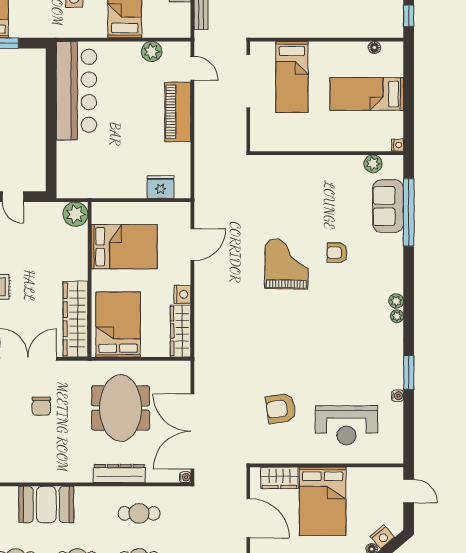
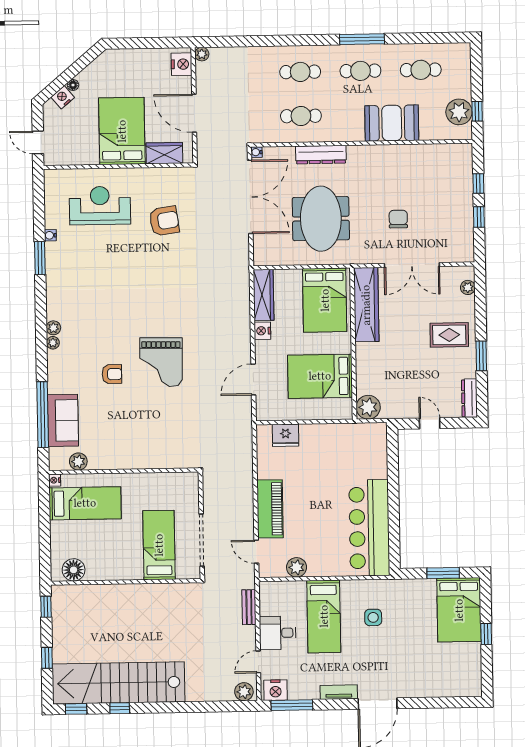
floor lamp: (374, 48) -> (74, 570), width x1.89, depth x1.89
bed: (367, 94) -> (85, 503), moved
plant: (397, 316) -> (53, 343), moved

